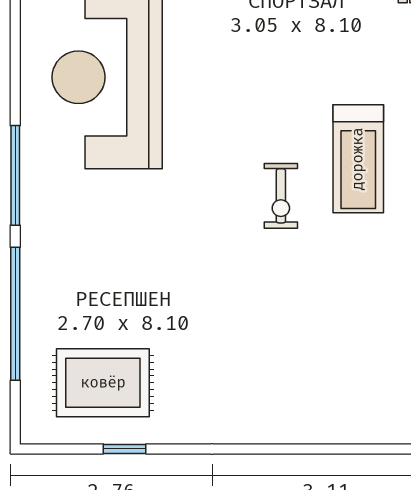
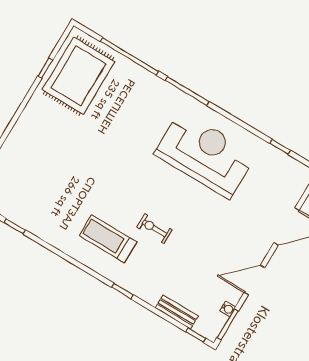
exercise bike: (281, 196) -> (154, 228), moved
rug: (103, 383) -> (78, 76), width x1.37, depth x1.44

